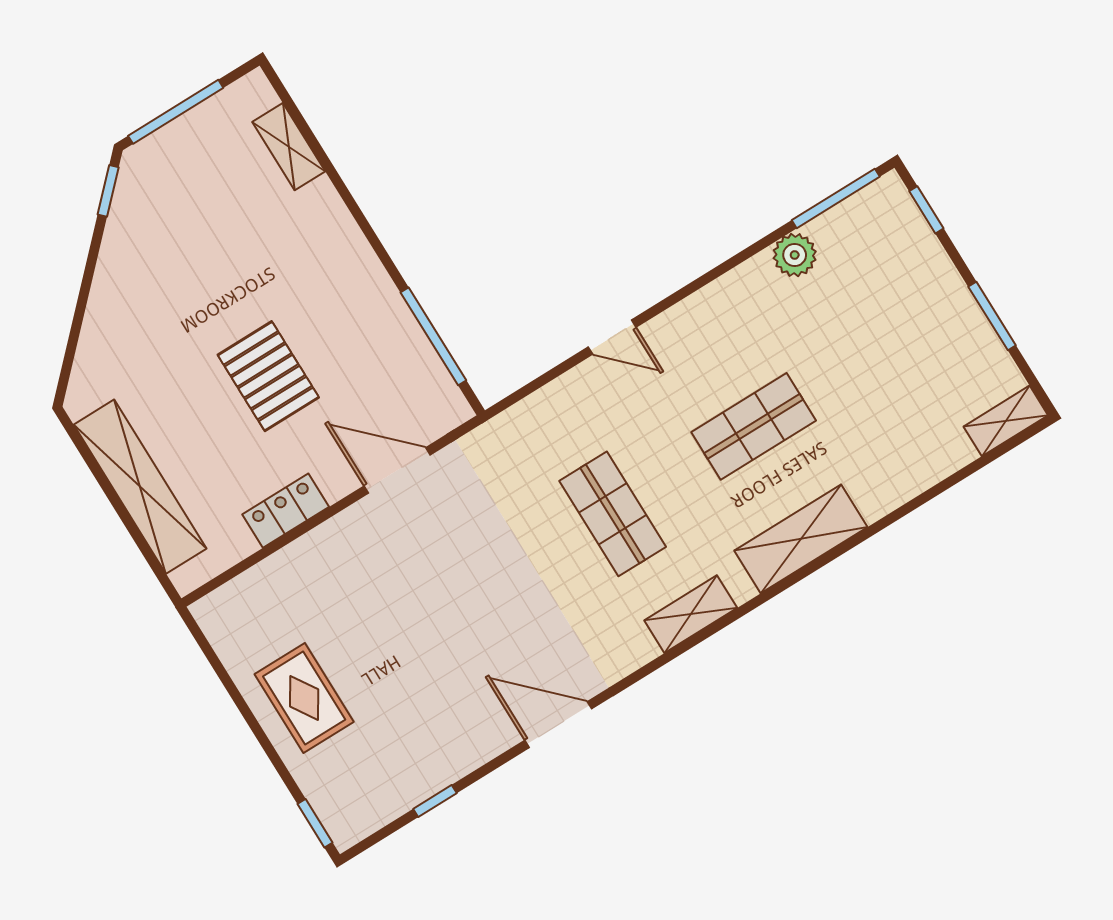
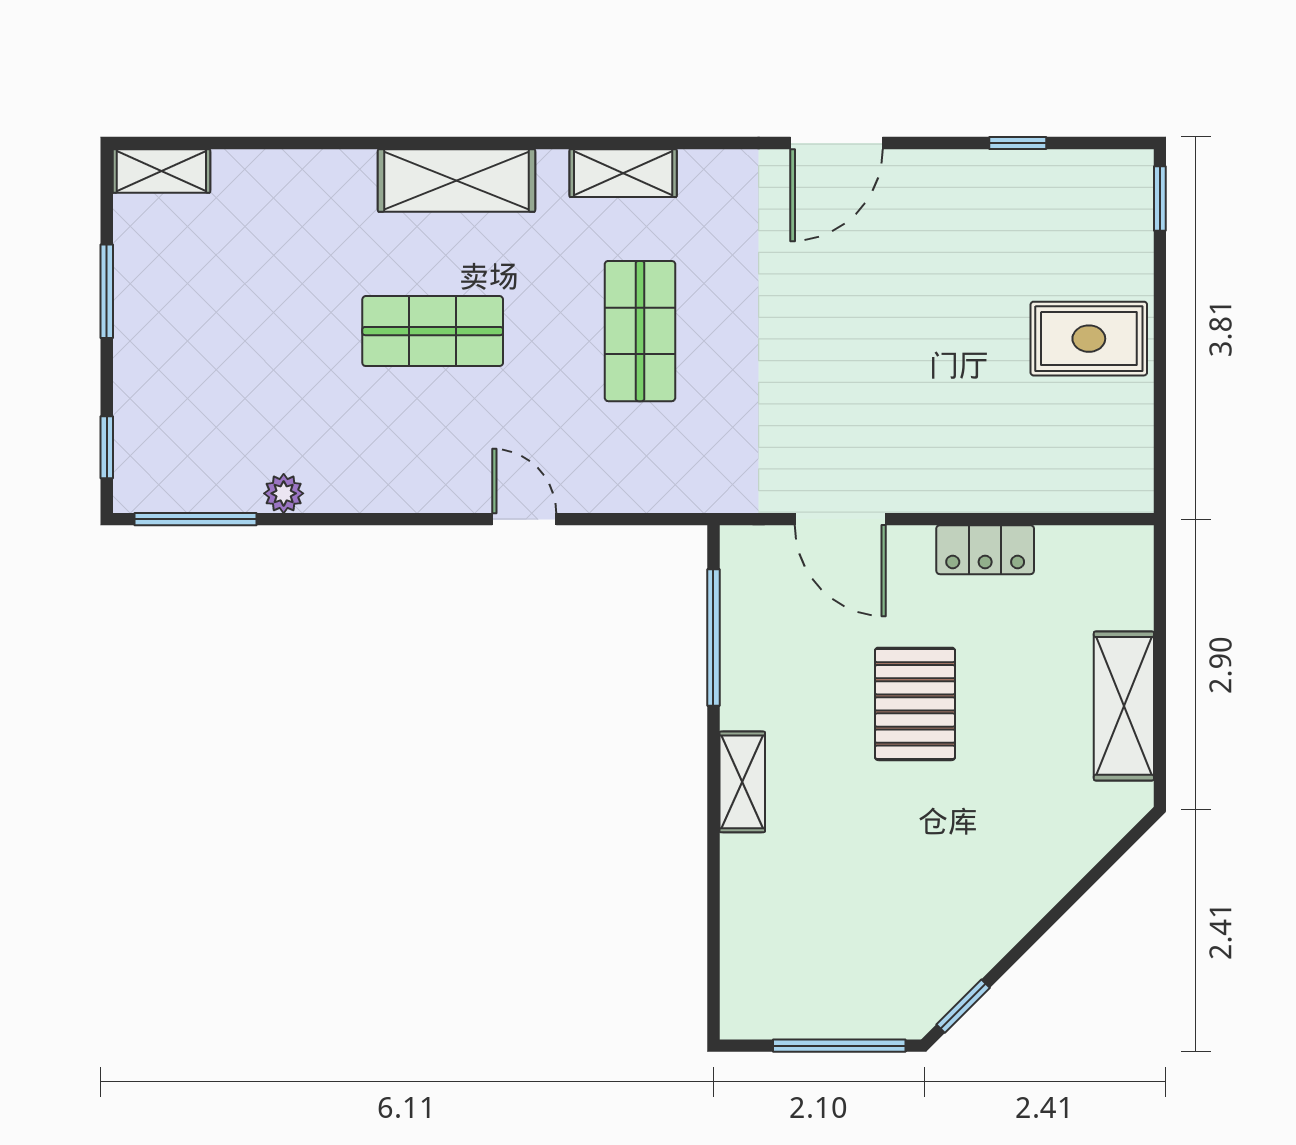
shelving: (289, 147) -> (742, 782), moved
plant: (795, 255) -> (284, 493), width x0.73, depth x0.73
shelving: (140, 487) -> (1124, 706), width x0.68
rug: (304, 698) -> (1089, 339), turned 90
door: (558, 725) -> (836, 143), hinge flipped

